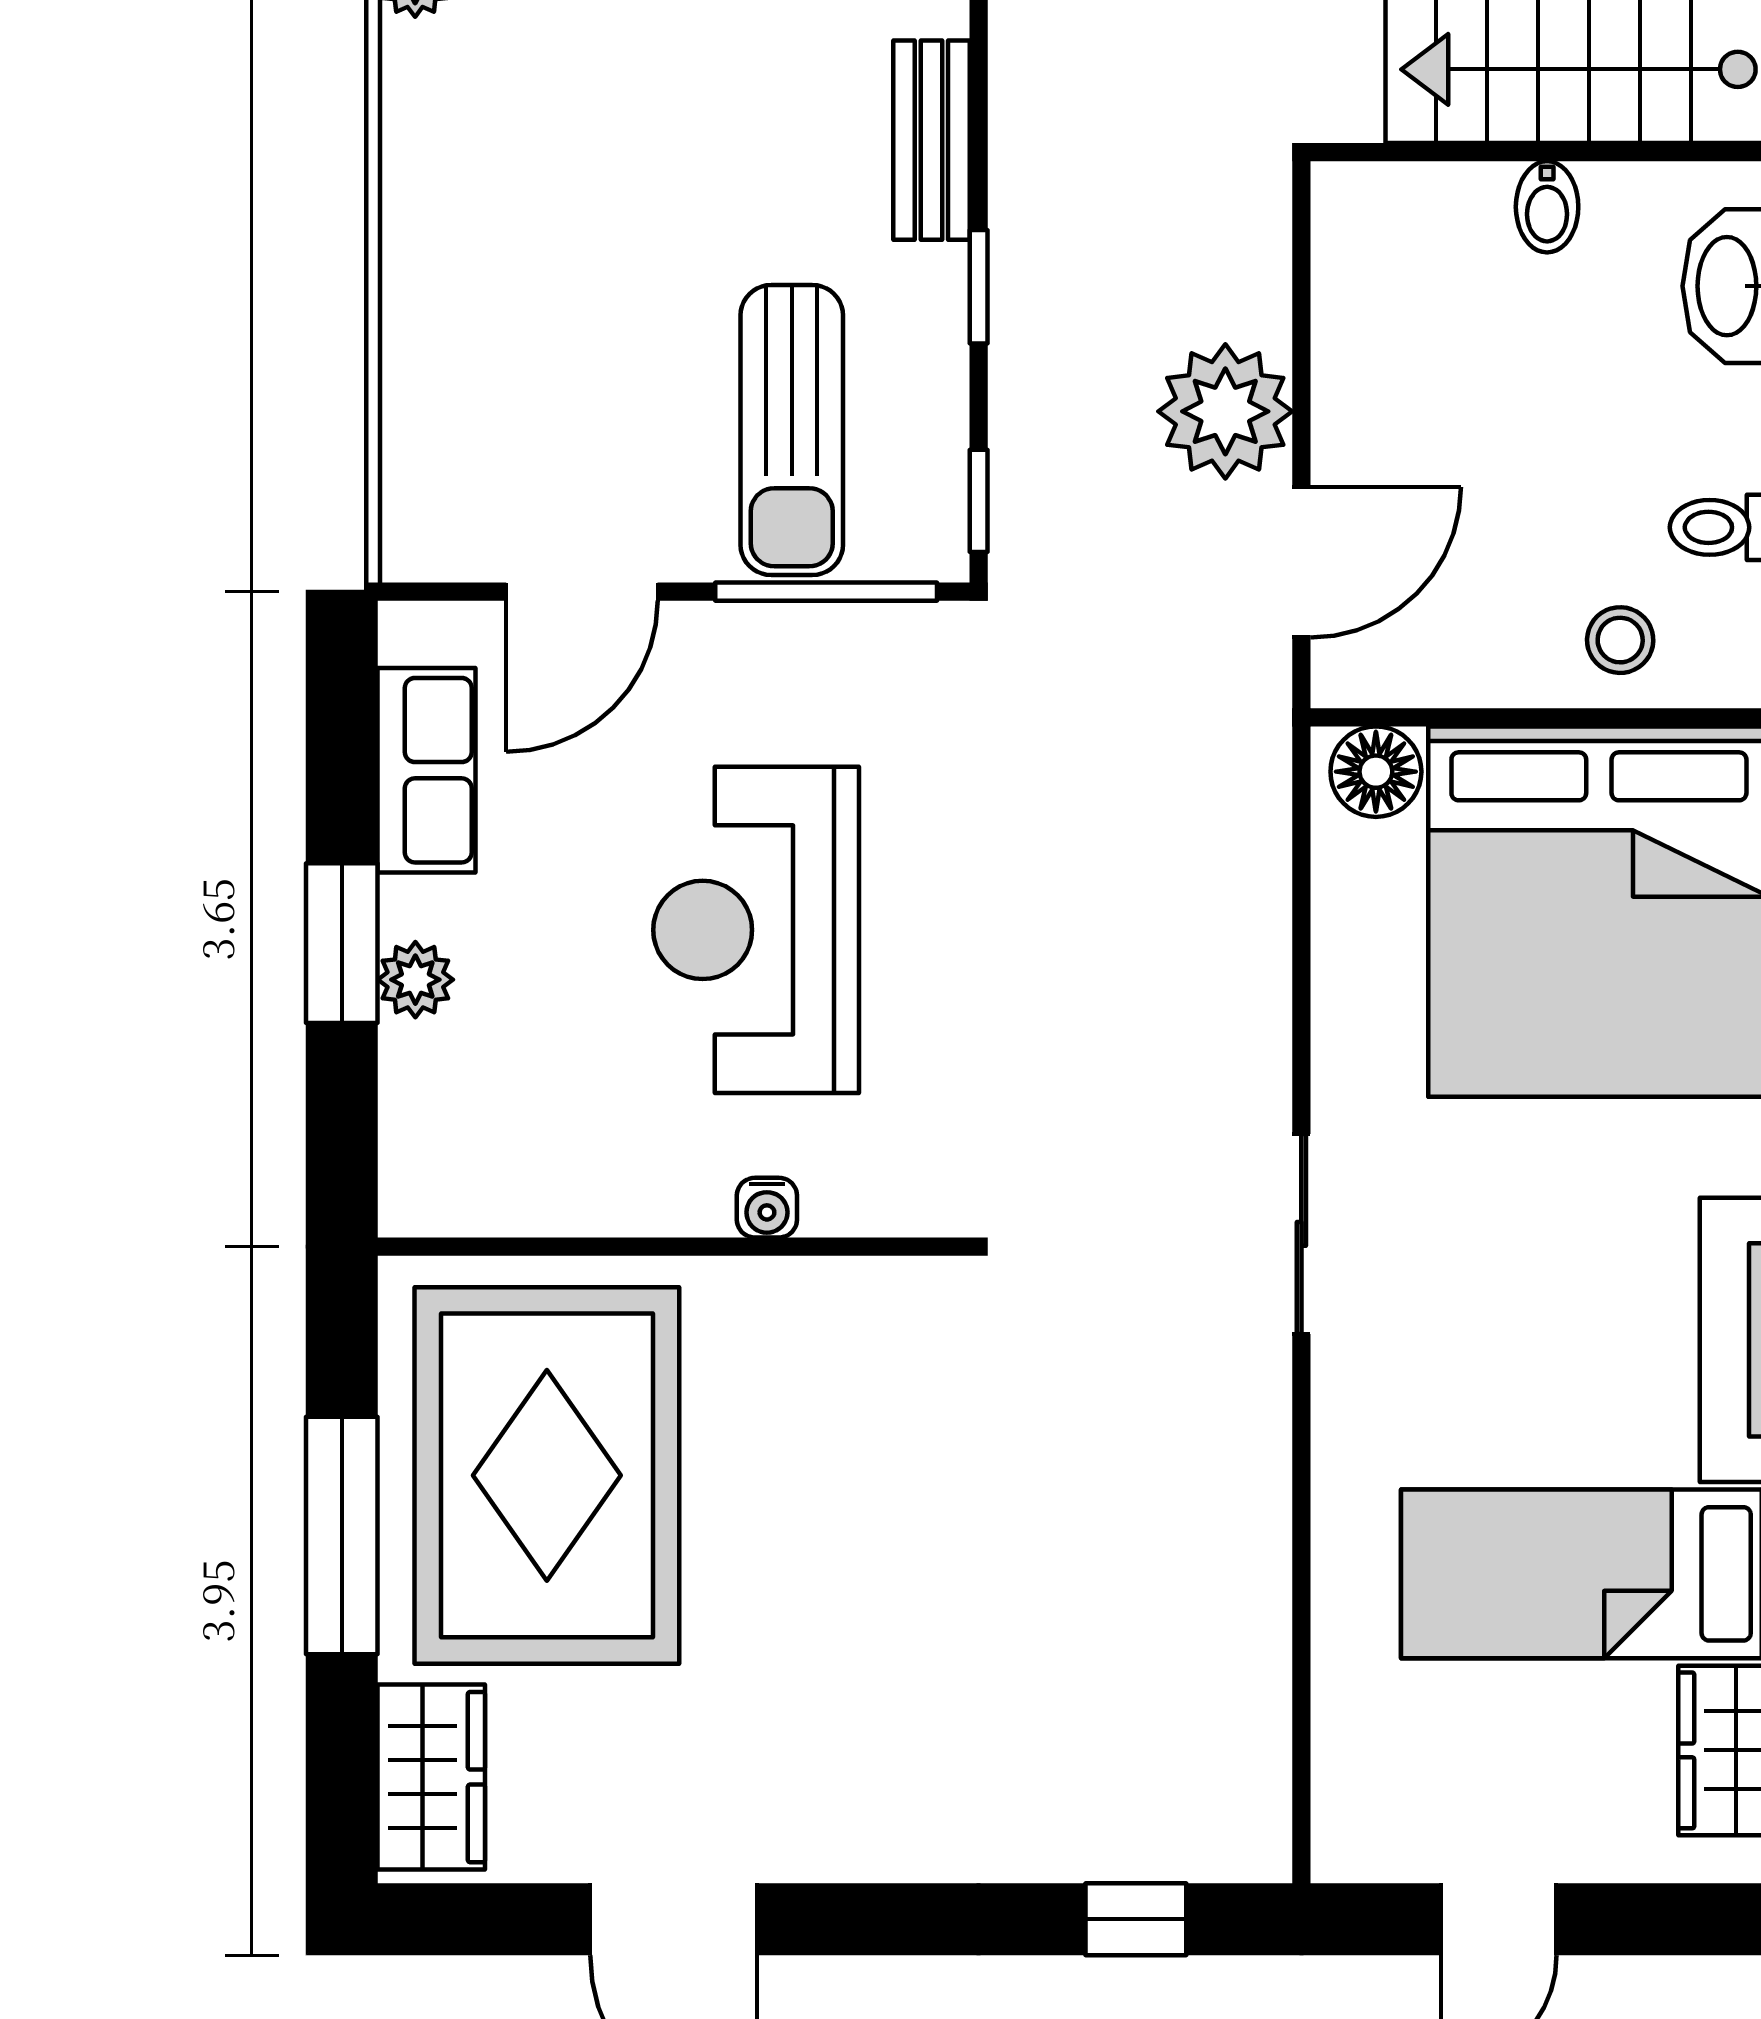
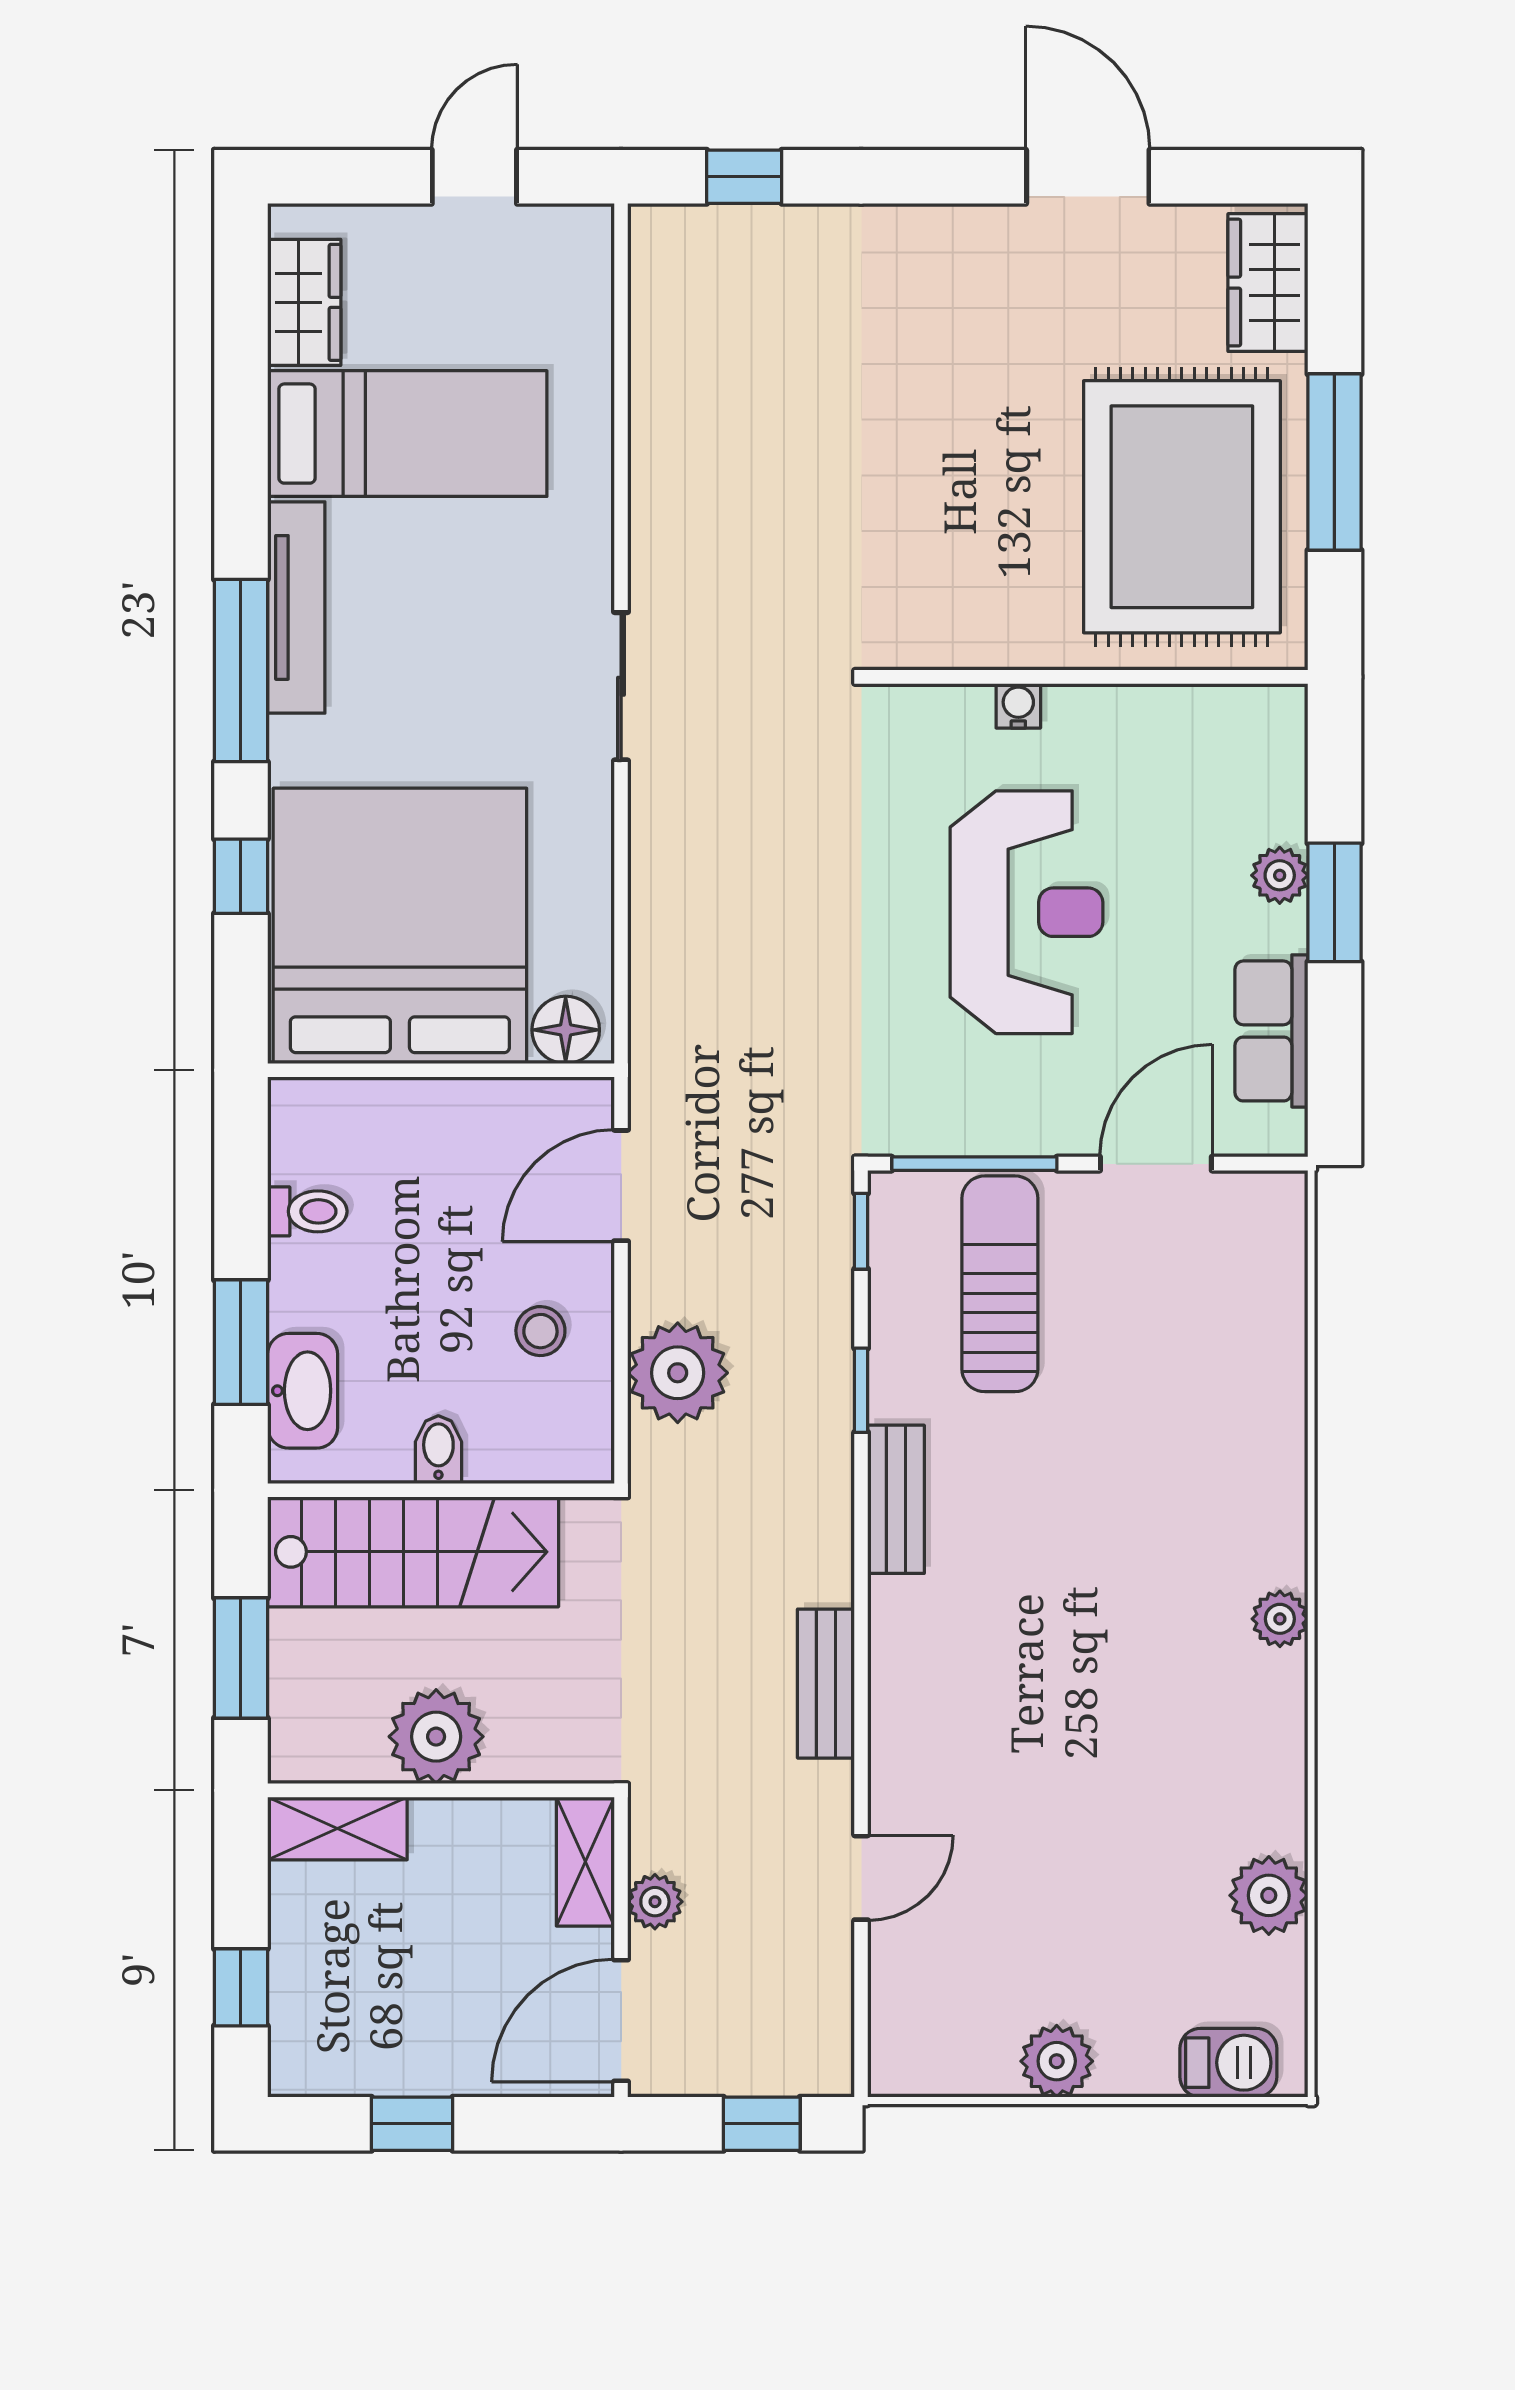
plant: (1225, 411) -> (678, 1373), moved
stool: (1620, 640) -> (540, 1331), moved

